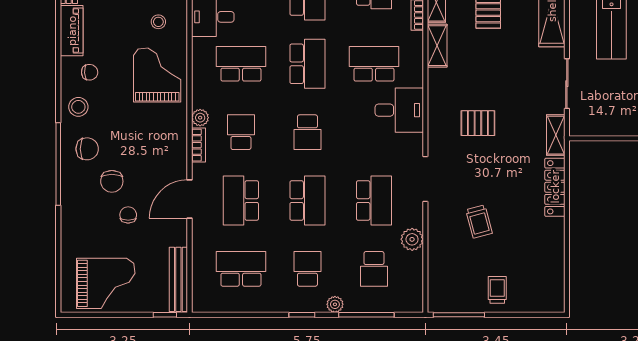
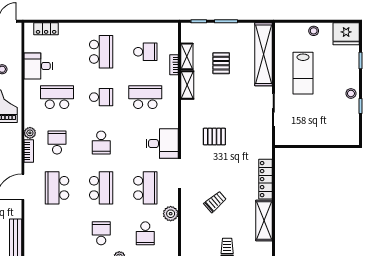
school desk: (307, 64) -> (101, 97), width x0.54
desk: (399, 110) -> (162, 144), moved
shelving: (556, 135) -> (264, 221), moved, width x1.50, depth x1.33
trolley: (479, 221) -> (215, 202), turned -116
school desk: (241, 269) -> (57, 233), removed

